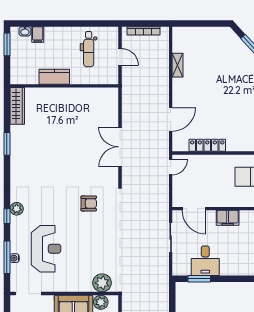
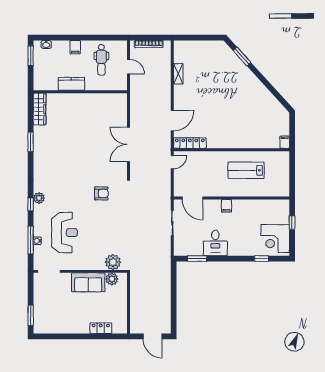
filing cabinet: (38, 35) -> (75, 47), moved
locker: (207, 145) -> (190, 143), moved
filing cabinet: (228, 218) -> (227, 206), width x0.50
desk: (205, 261) -> (215, 243), moved

